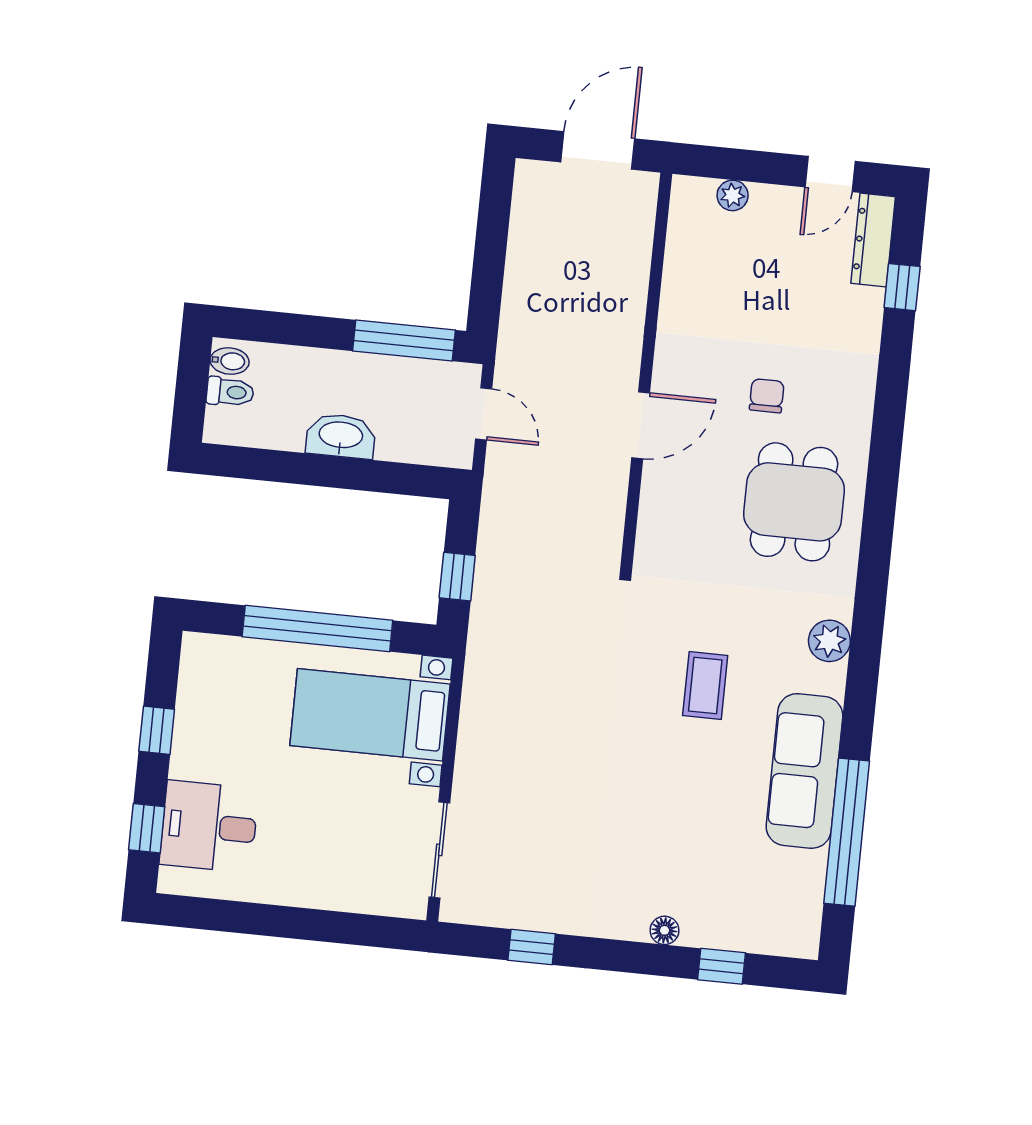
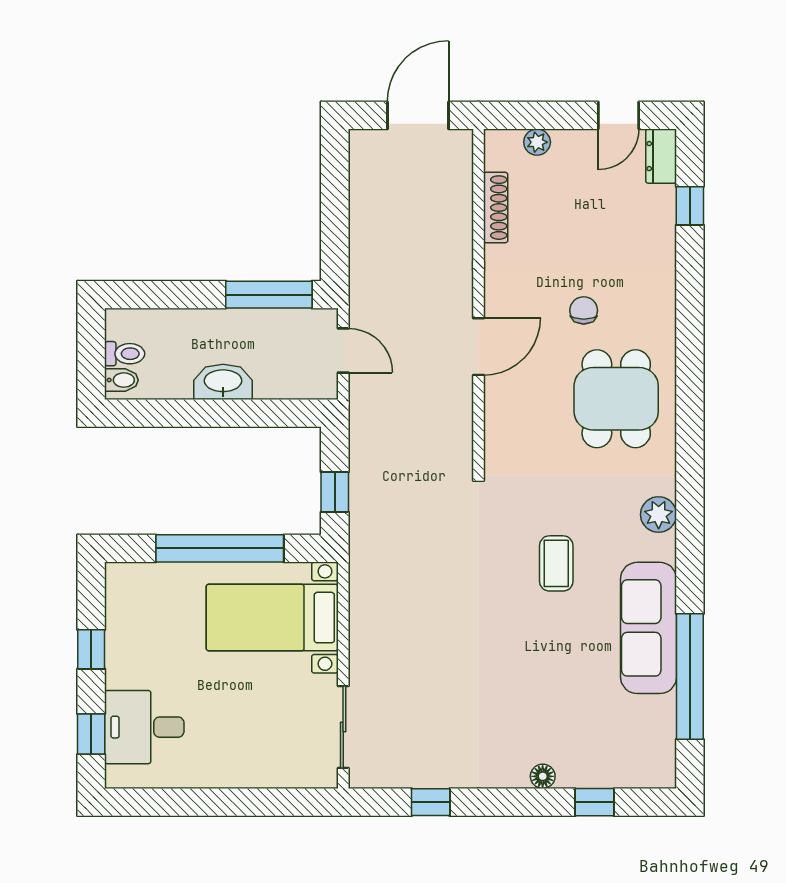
dresser: (873, 240) -> (661, 156), width x0.70
shoe rack: (677, 266) -> (496, 208), added
bidet: (230, 361) -> (121, 380), moved

